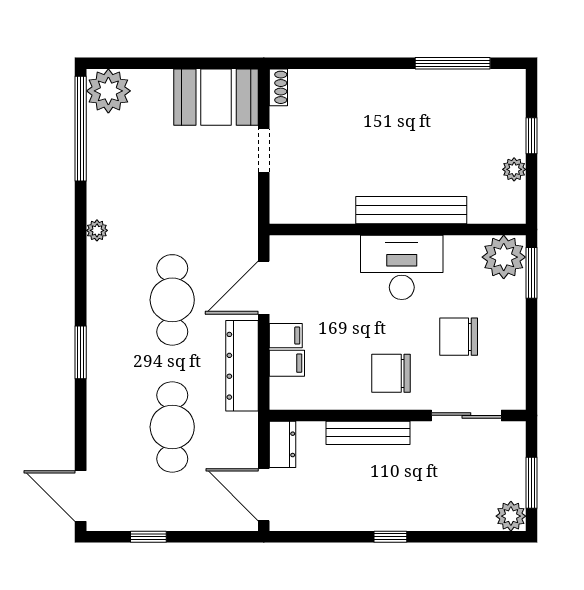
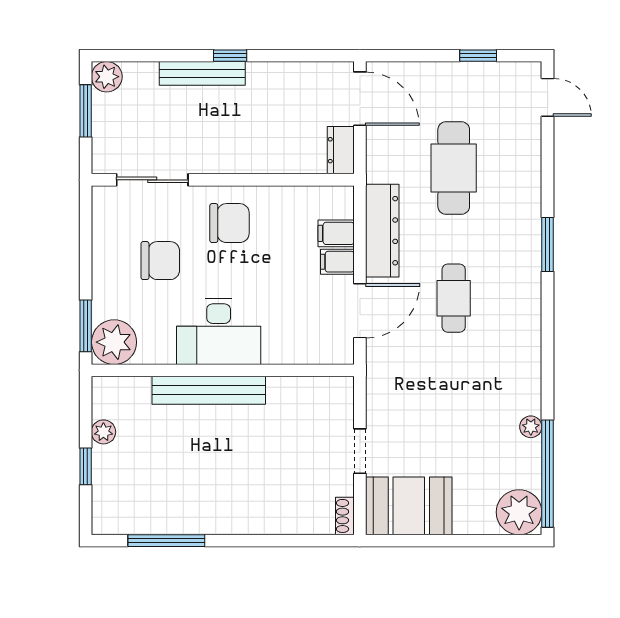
plant: (97, 230) -> (531, 427), moved
cafe table: (172, 300) -> (454, 298), width x0.73, depth x0.74
bench: (368, 433) -> (202, 73), moved
door: (81, 496) -> (548, 97), width x0.73

